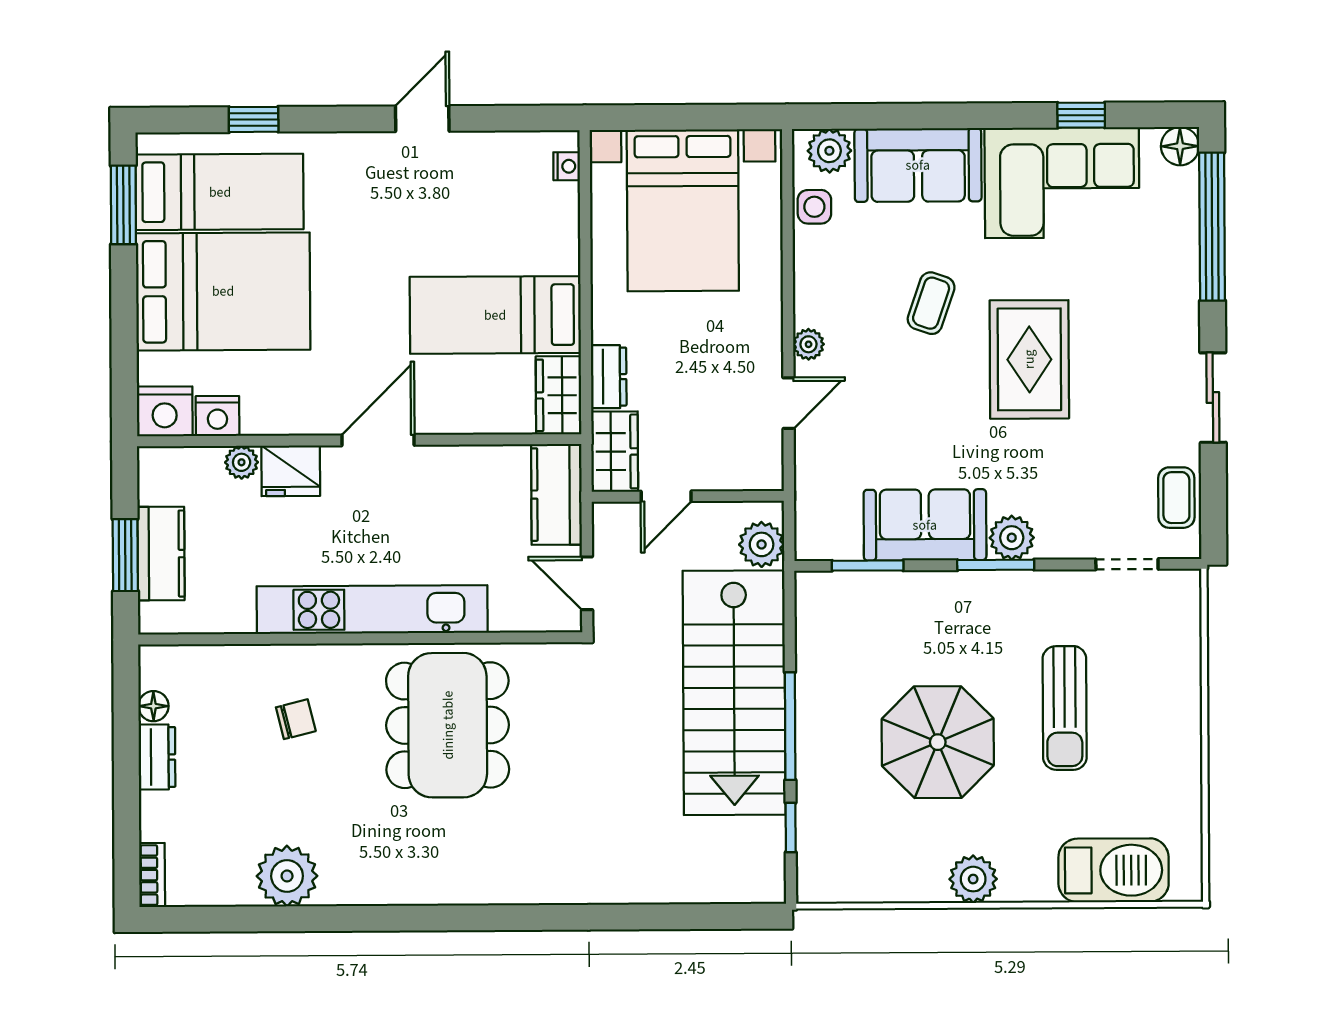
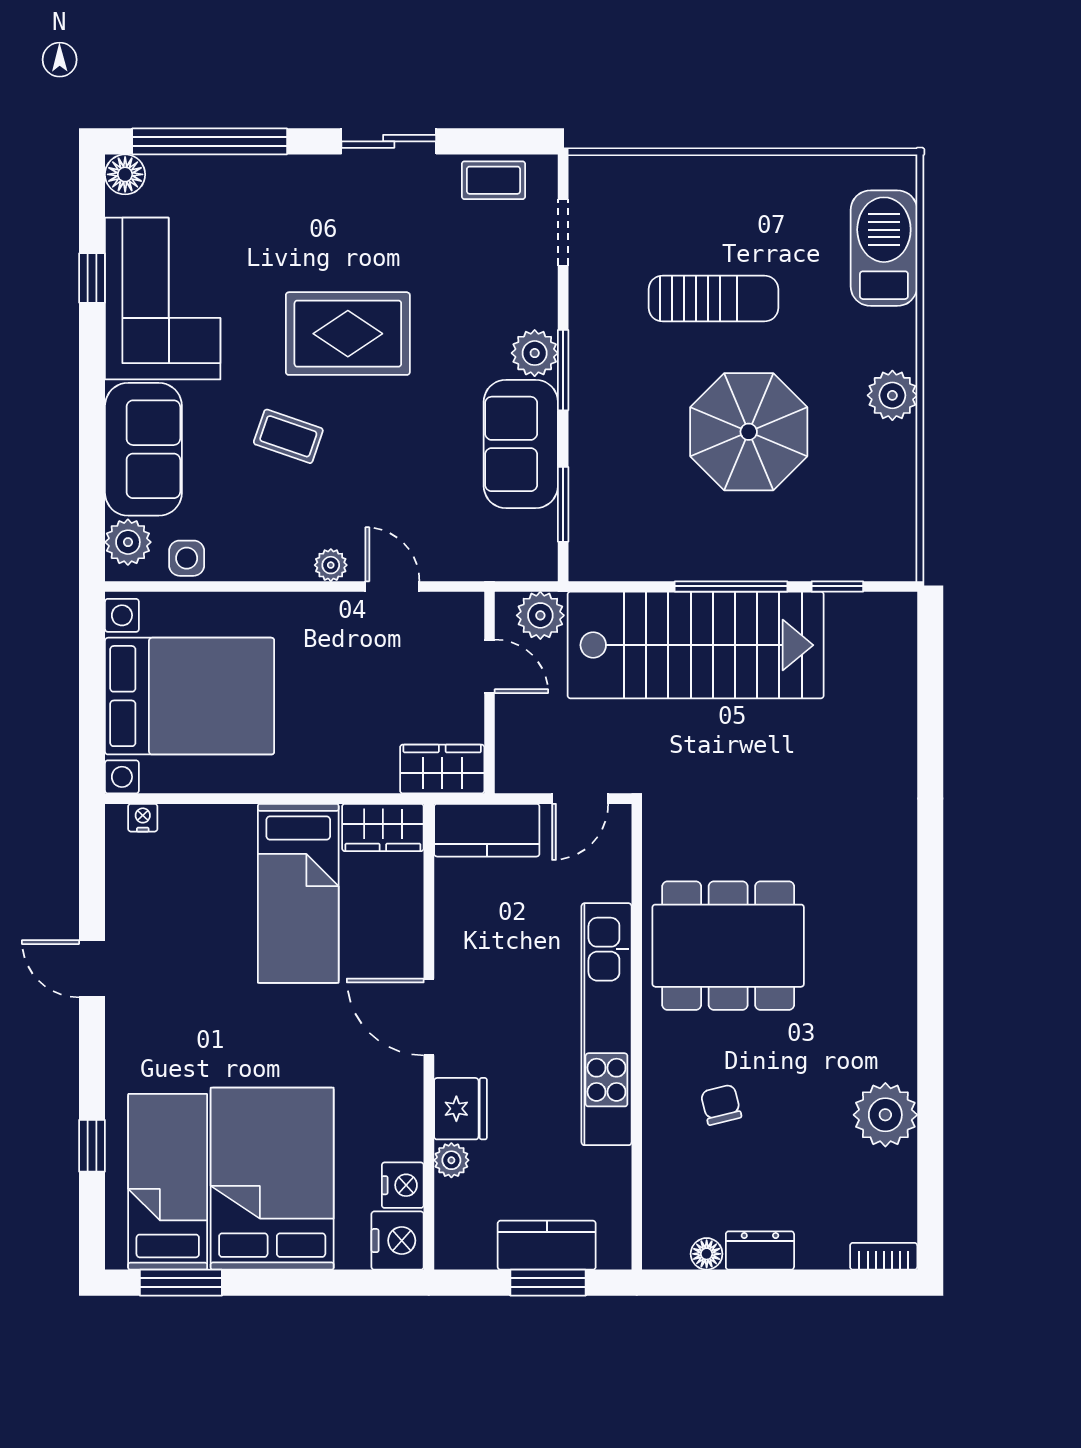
dresser: (609, 377) -> (364, 775), removed
door: (666, 496) -> (489, 666), moved

